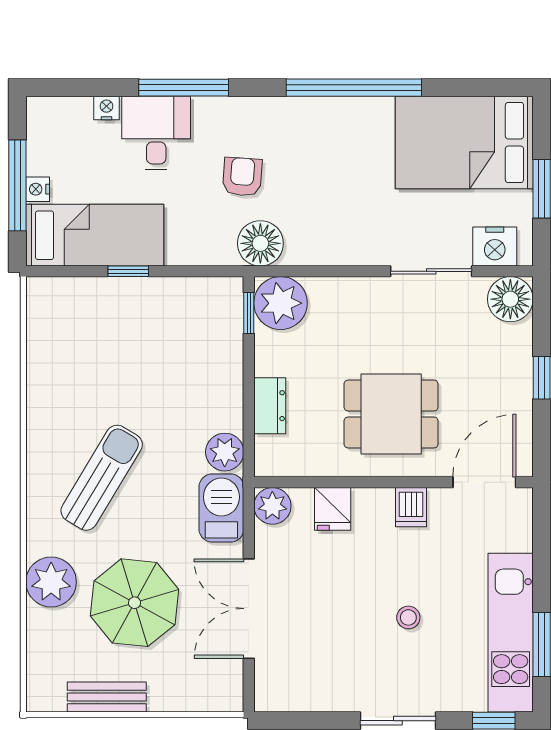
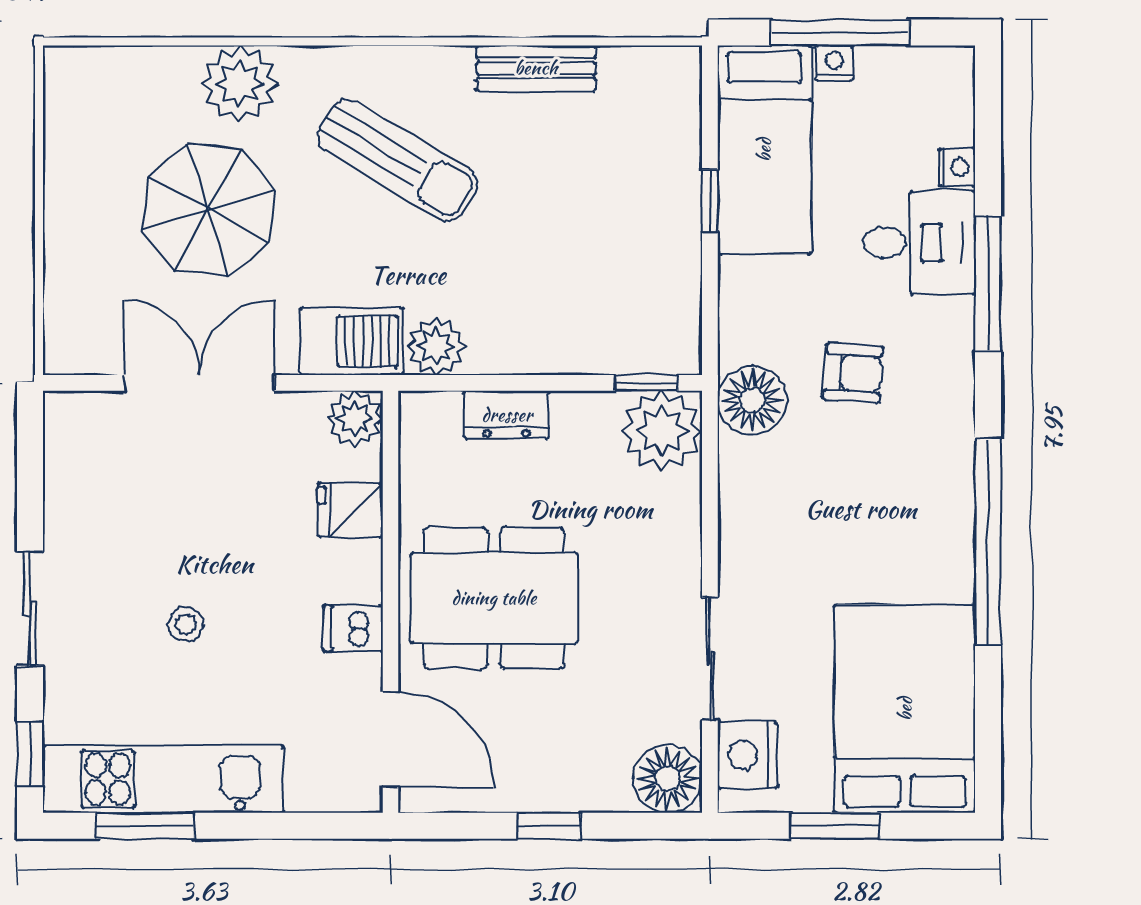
dining table: (391, 414) -> (494, 598), width x1.38
bench: (107, 697) -> (536, 68), moved, turned 90

